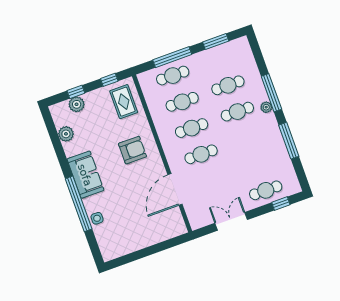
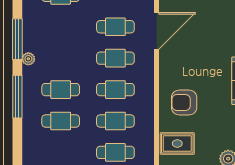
rug: (124, 102) -> (177, 144), turned 90
plant: (266, 107) -> (28, 59), moved
armchair: (132, 150) -> (184, 102), moved
cafe table: (210, 181) -> (115, 27), added

